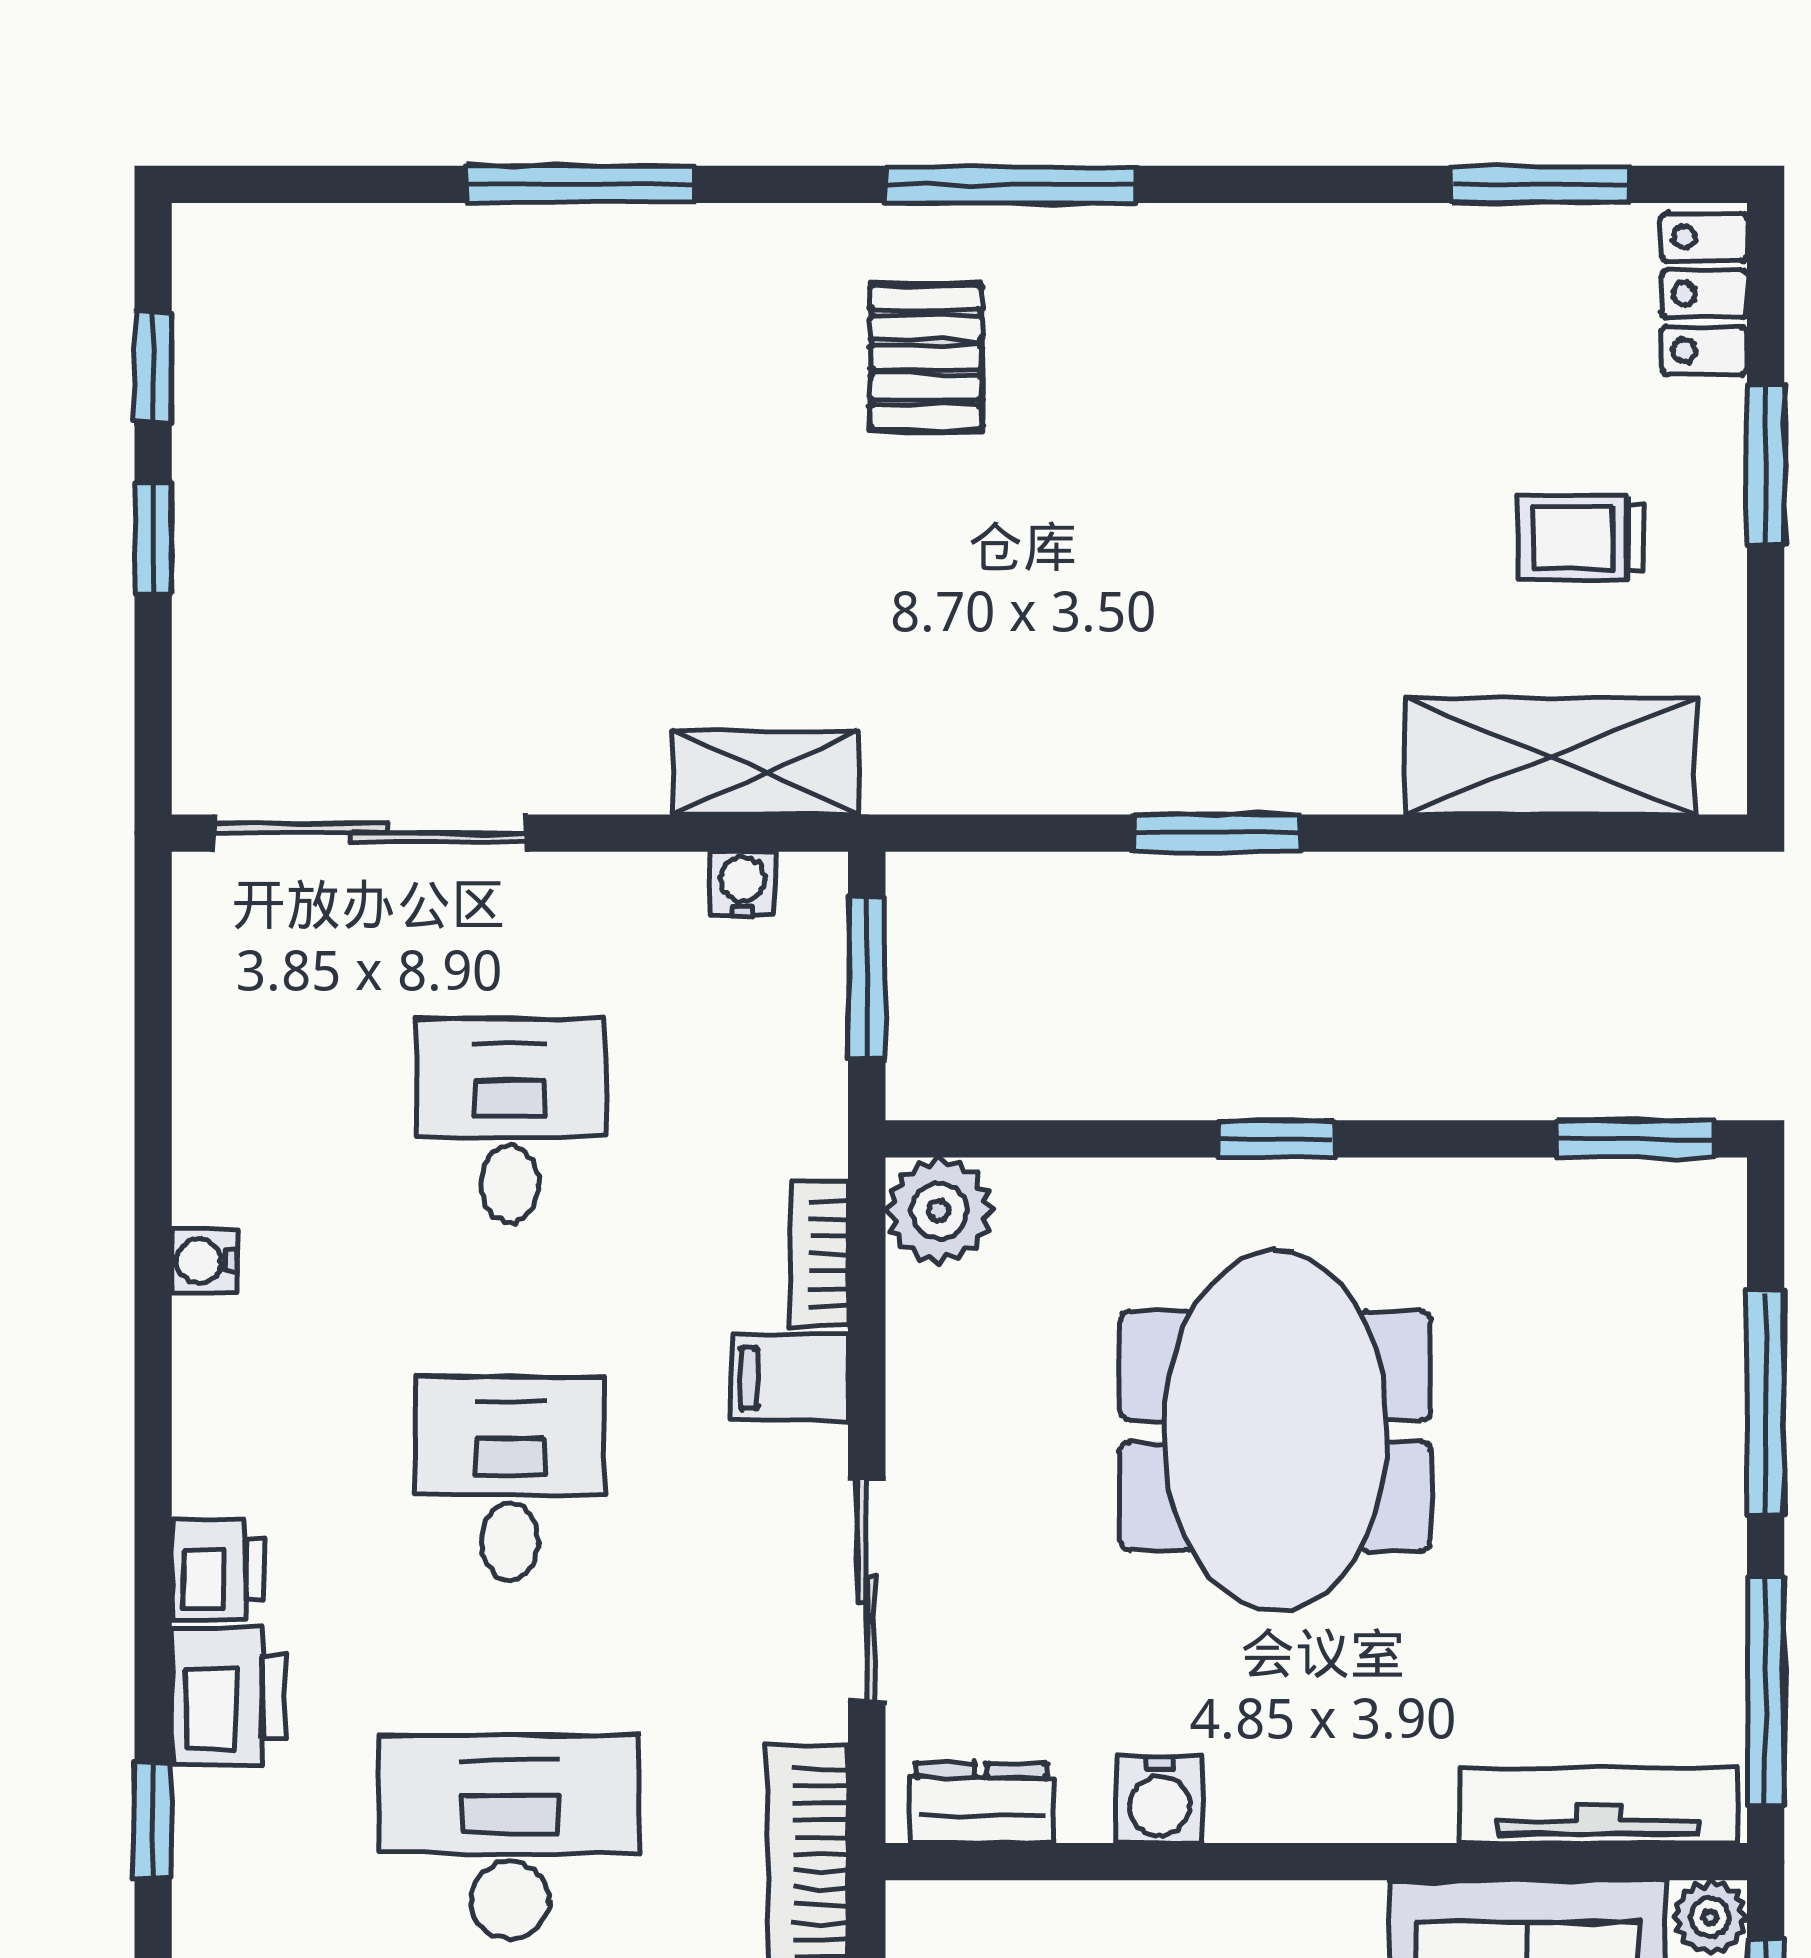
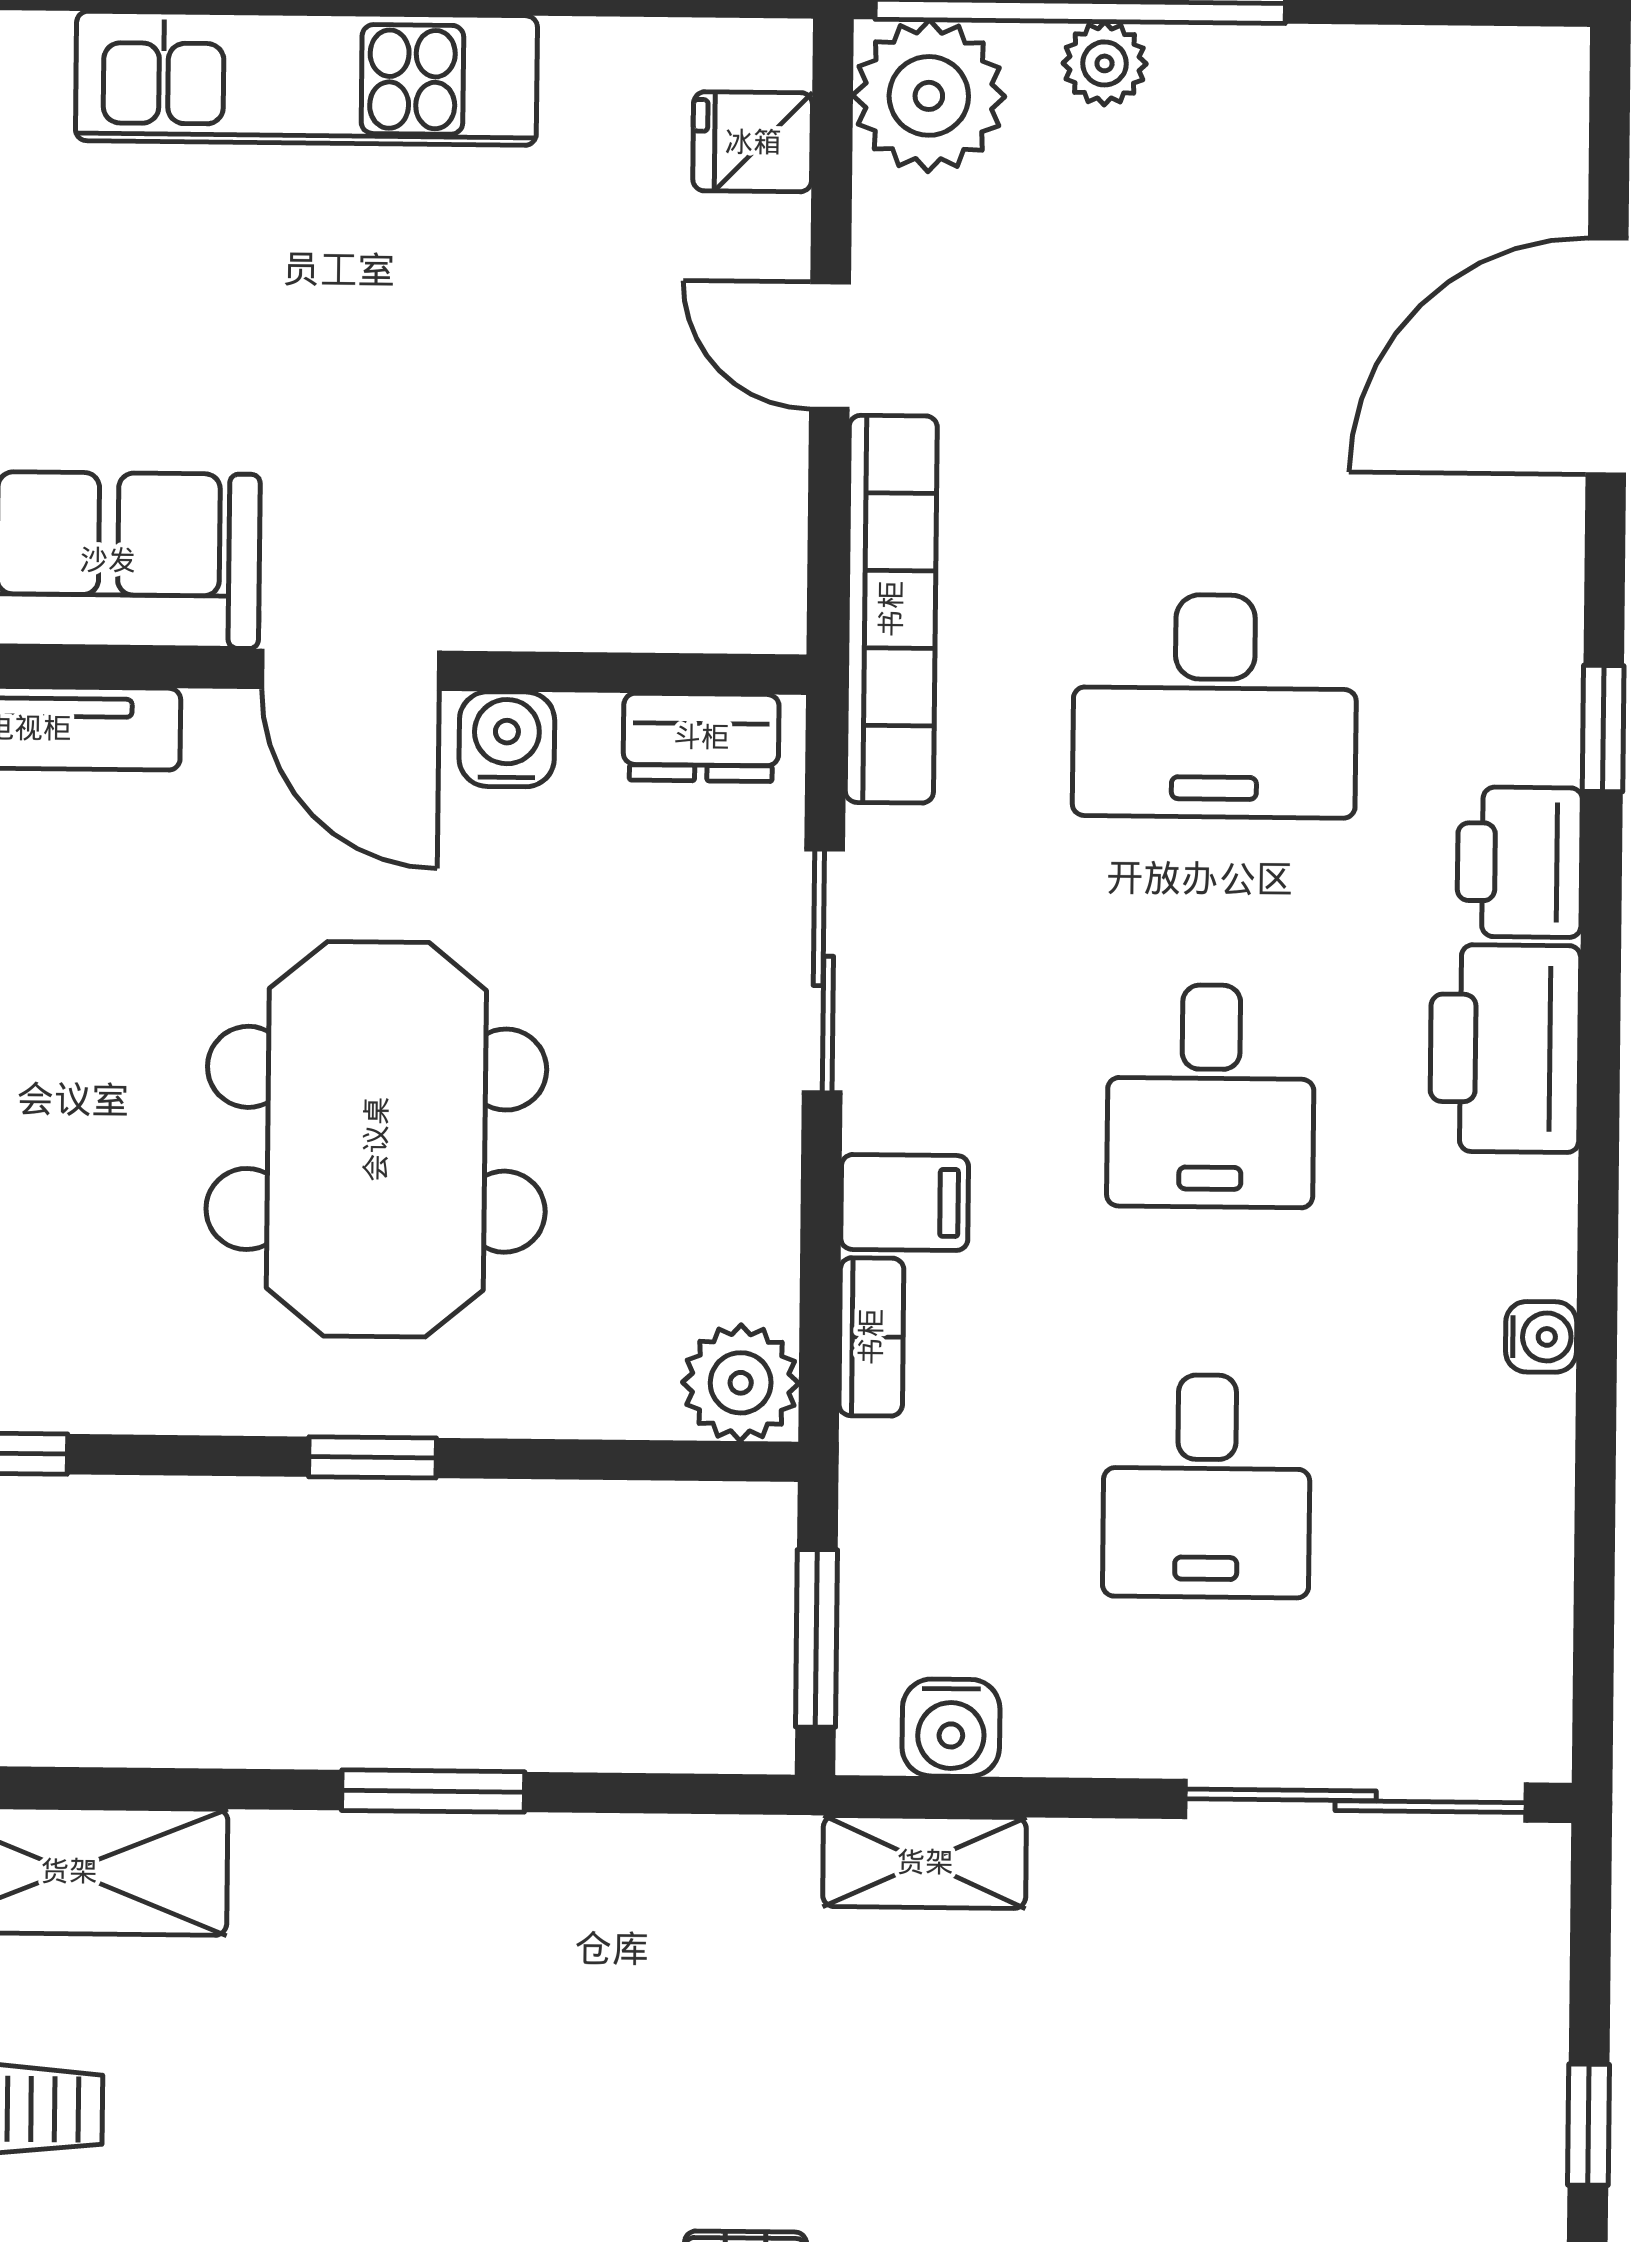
water cooler: (742, 884) -> (951, 1728), width x1.38, depth x1.38
printer: (218, 1570) -> (1505, 1048), width x1.87, depth x1.48
door: (1304, 1862) -> (351, 670), added

